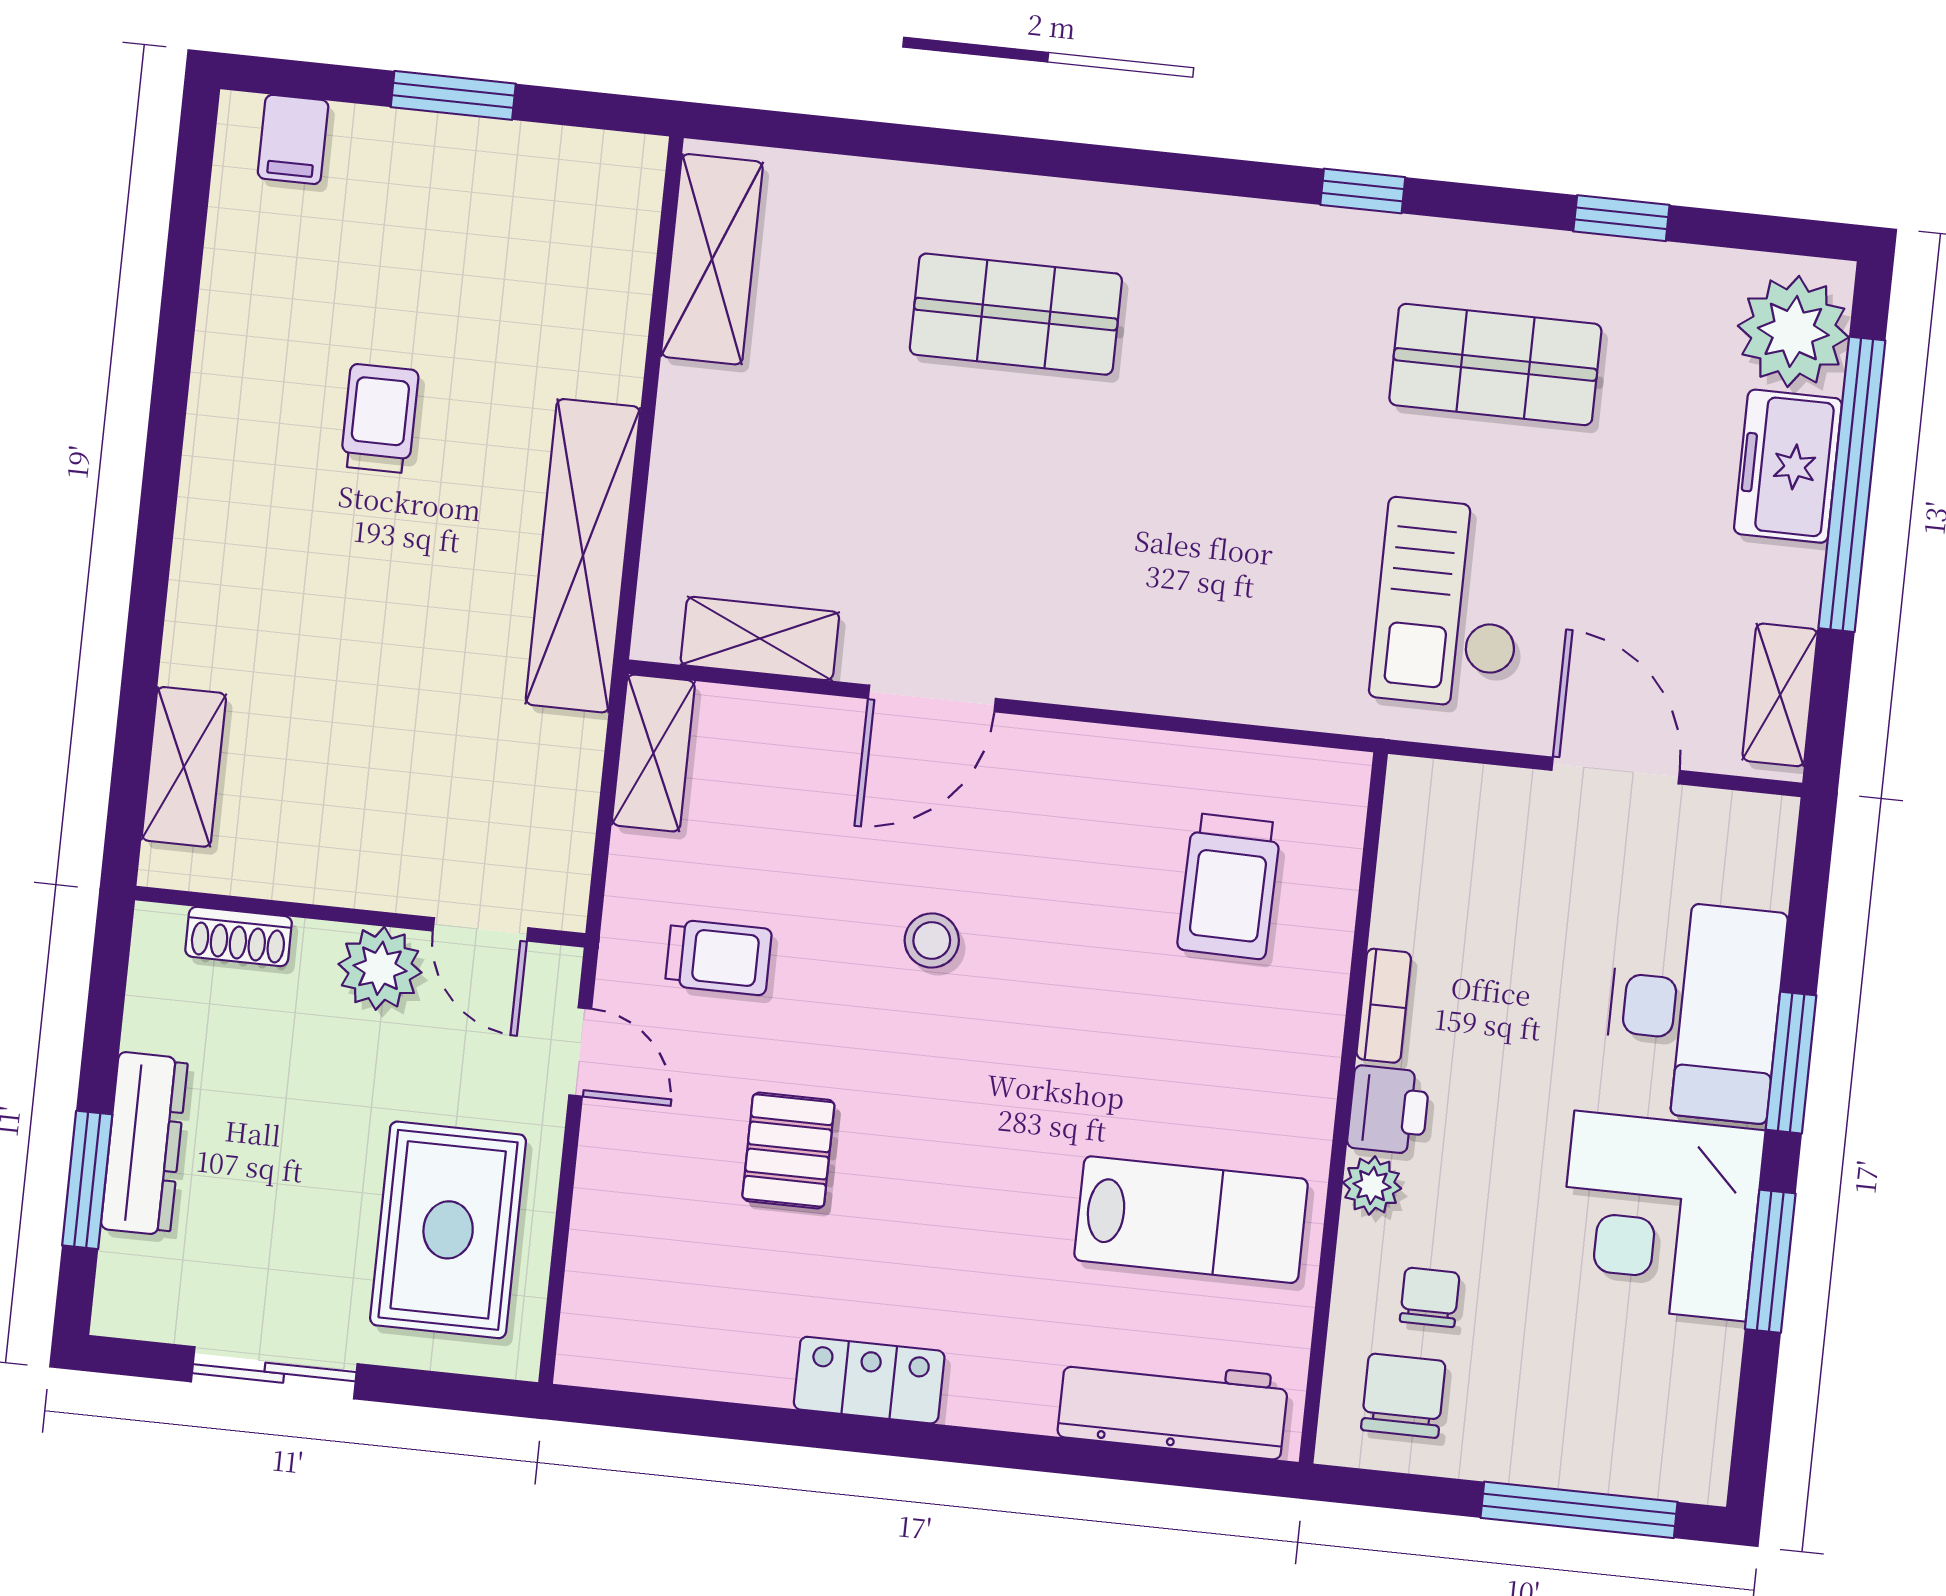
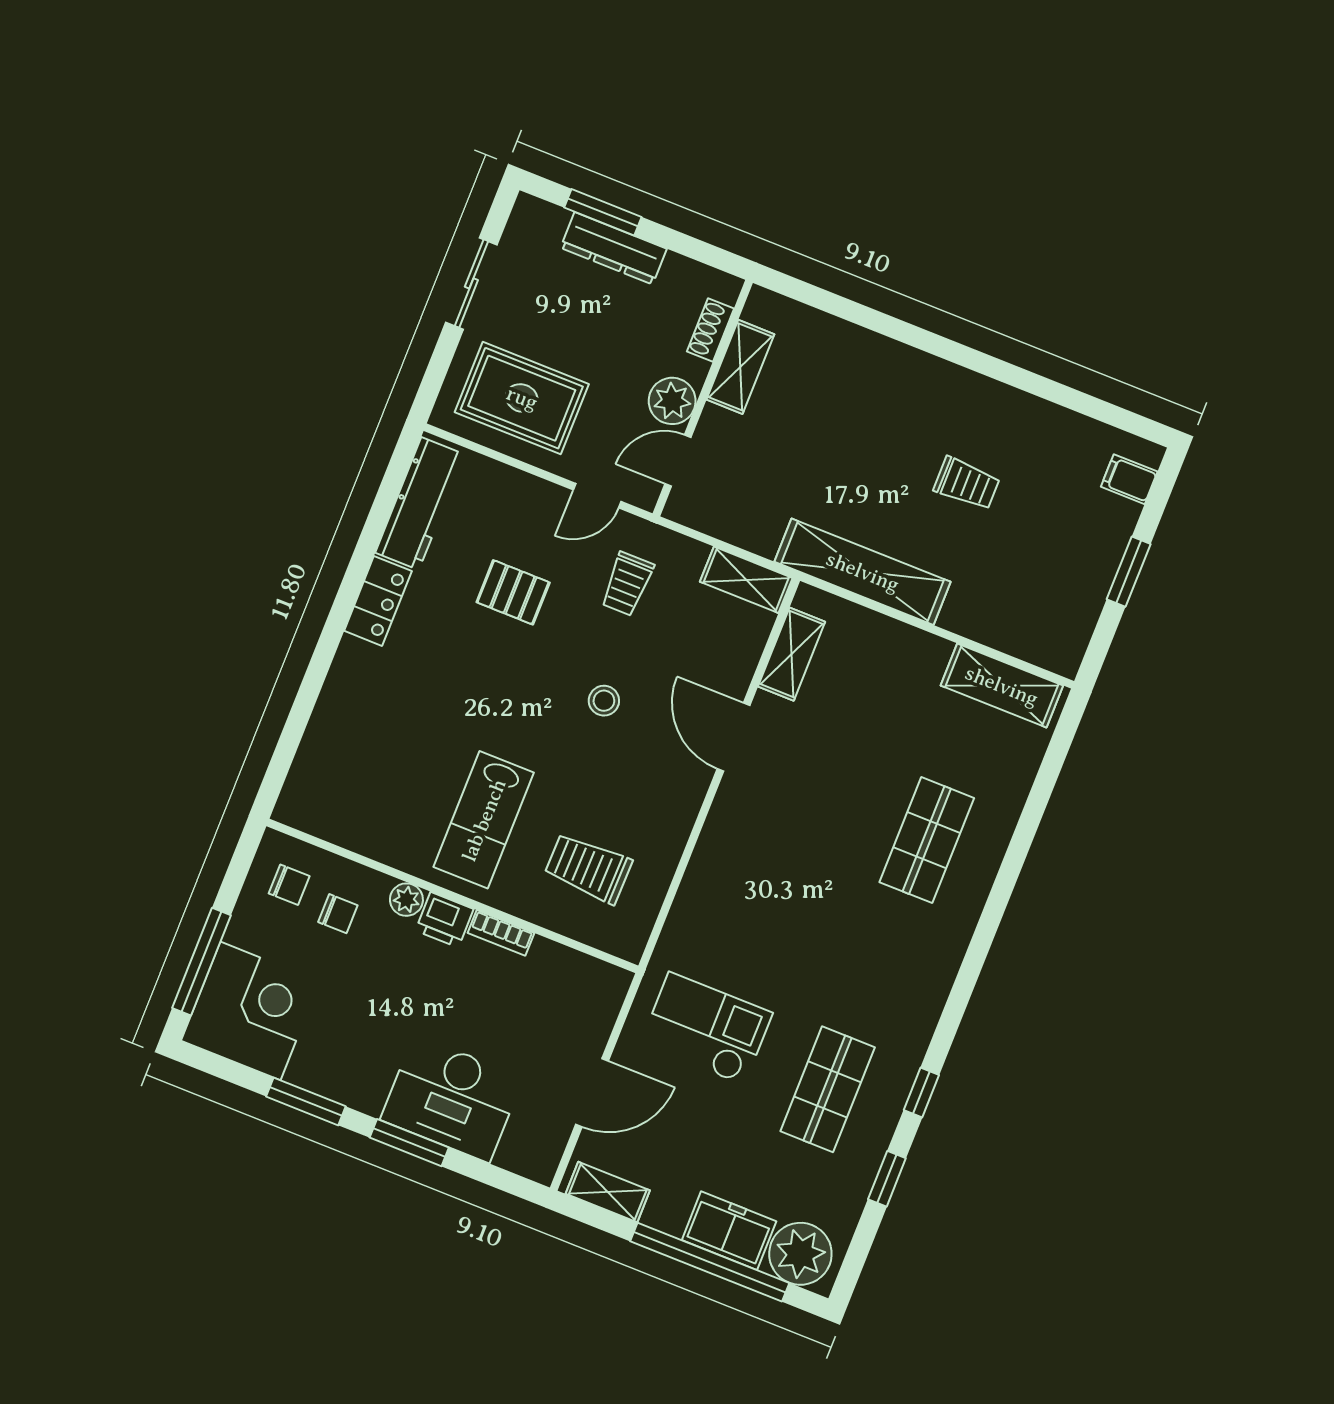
window: (1363, 191) -> (921, 1092), moved
shelving: (184, 767) -> (740, 367), moved, turned 90
corner desk: (1660, 1216) -> (250, 1011), moved, turned 90
lab bench: (1191, 1220) -> (484, 820), moved
chair: (1403, 1396) -> (289, 885), width x0.73, depth x0.73
workbench: (1173, 1406) -> (420, 504), moved

